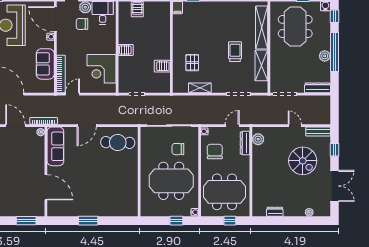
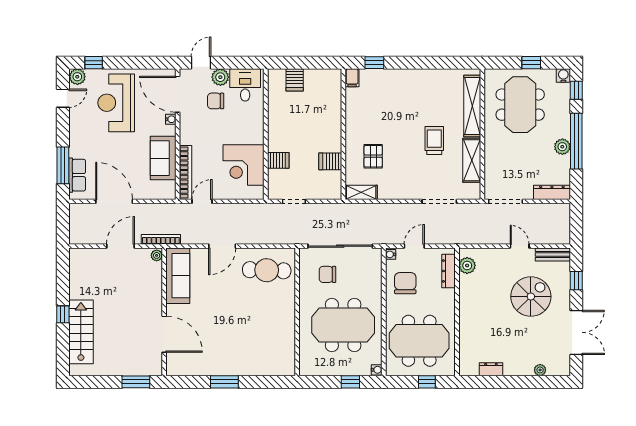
server rack: (126, 50) -> (278, 160), moved
shelving: (200, 88) -> (361, 192), moved
door: (15, 126) -> (120, 246), hinge flipped
door: (232, 126) -> (414, 246), moved
chair: (178, 149) -> (328, 274), moved
spiral stairs: (303, 161) -> (531, 297), turned -90

